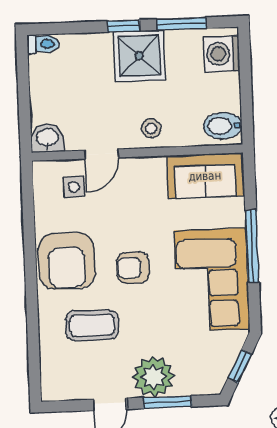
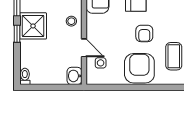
armchair: (67, 261) -> (139, 68), turned -90

